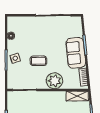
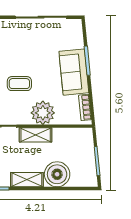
shelving: (77, 96) -> (36, 135), moved

